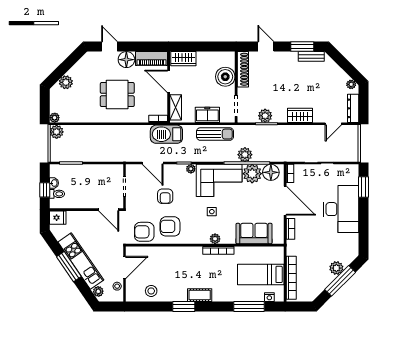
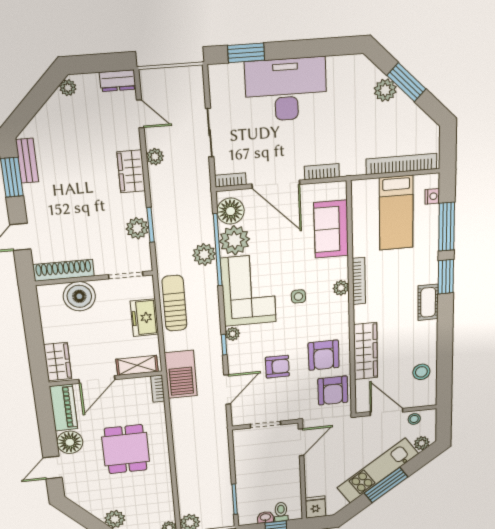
dresser: (353, 108) -> (118, 81), width x0.70
plant: (308, 130) -> (155, 157), added
door: (285, 201) -> (276, 184), swing flipped
wardrobe: (170, 254) -> (366, 351), added
window: (340, 281) -> (406, 82), width x0.69
window: (184, 306) -> (446, 277), moved

